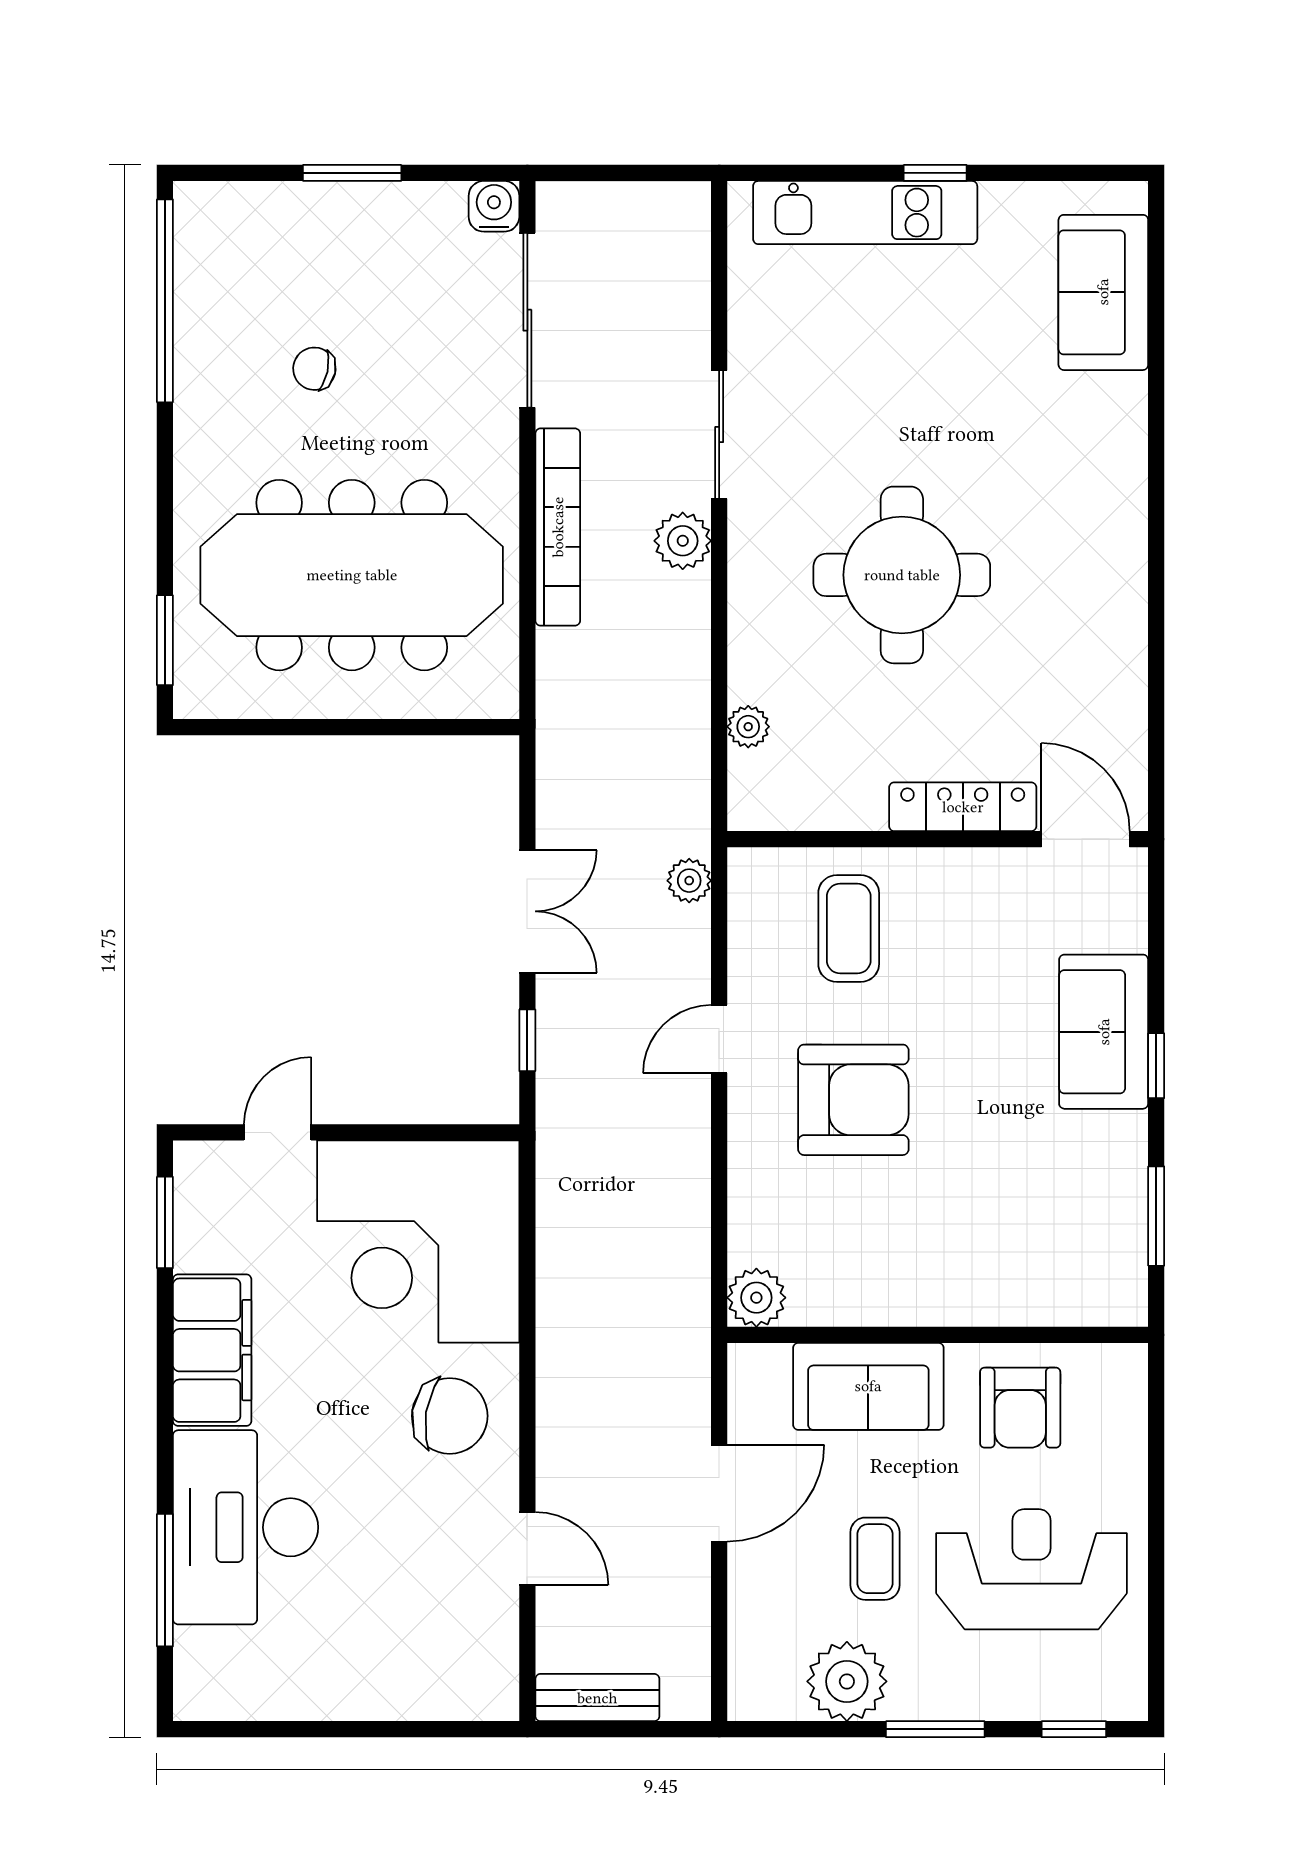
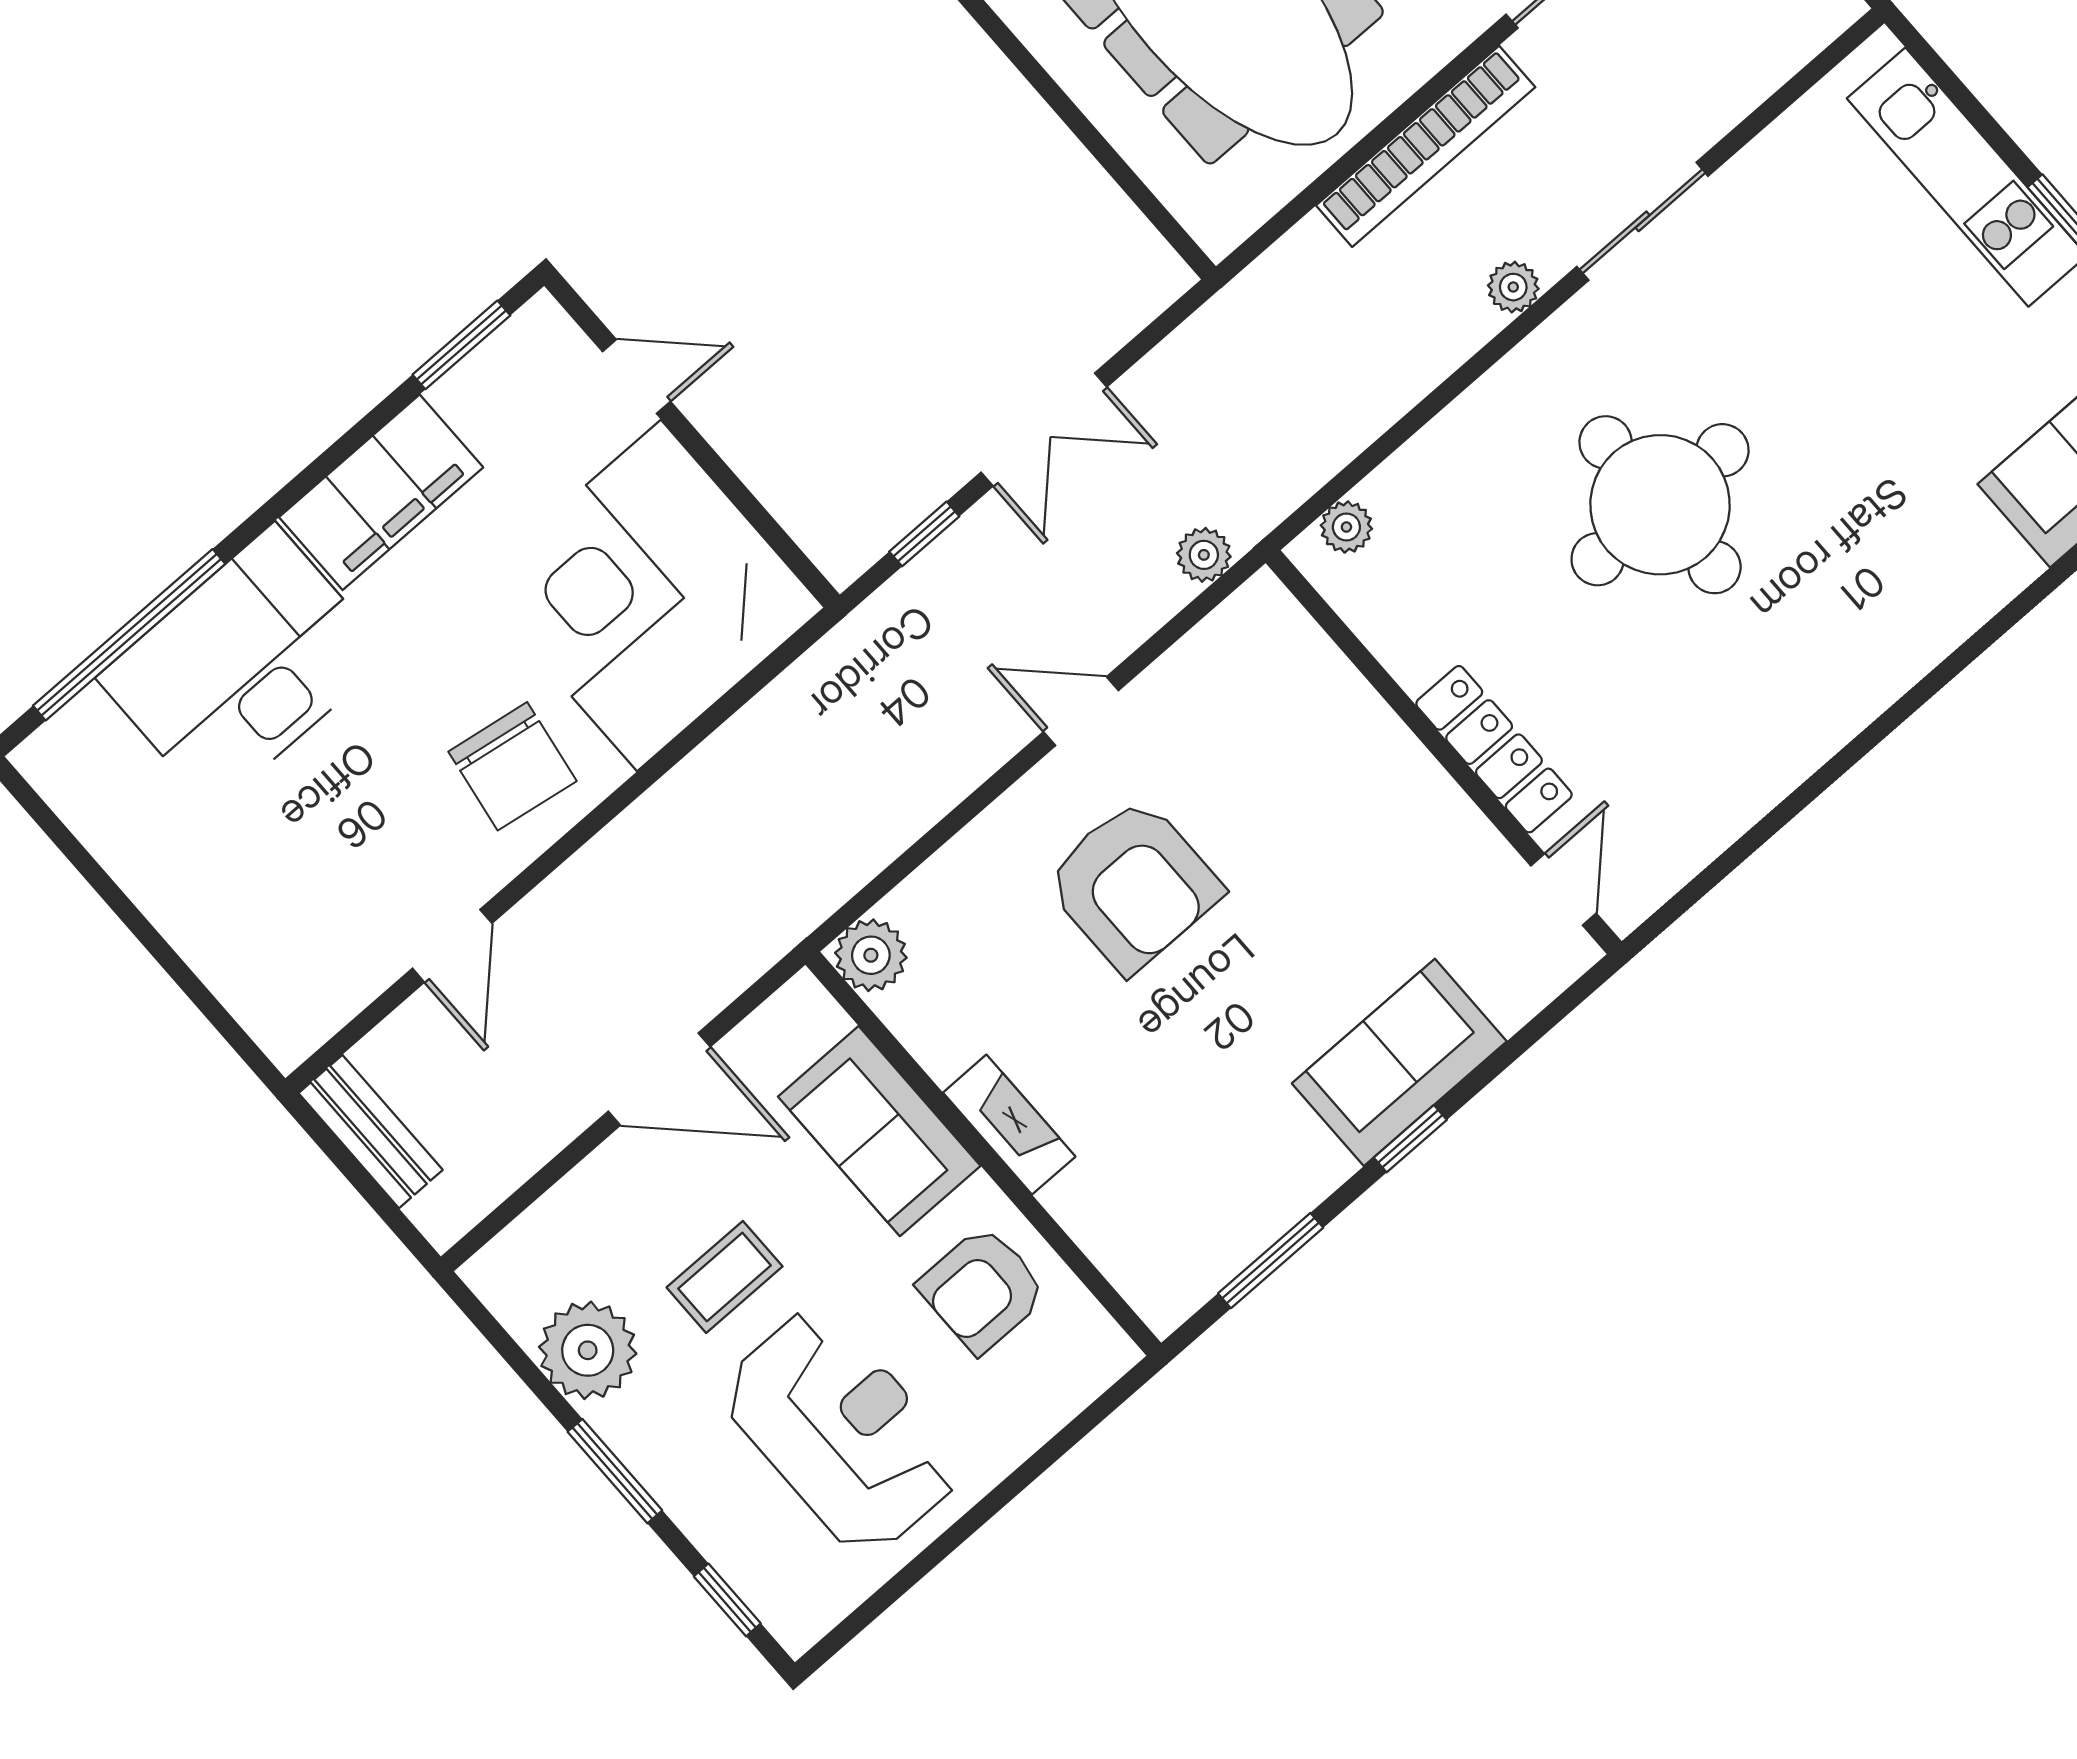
plant: (683, 541) -> (1513, 287), width x0.73, depth x0.73
plant: (748, 727) -> (1346, 527), moved
door: (1086, 839) -> (1563, 890), width x0.73
coffee table: (849, 929) -> (1289, 742), removed
fireplace: (934, 1303) -> (1009, 1125), added
window: (165, 1580) -> (129, 635), width x1.46

